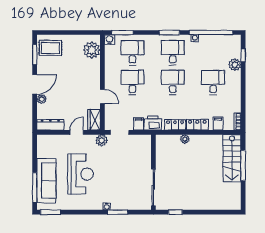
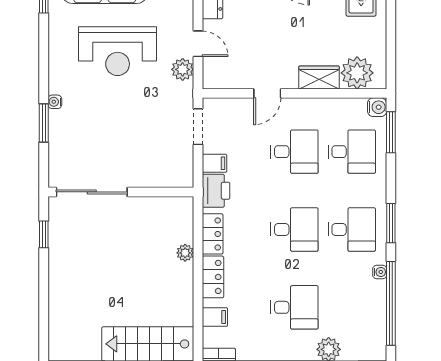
wardrobe: (94, 120) -> (319, 77), moved
plant: (102, 140) -> (183, 69), moved

